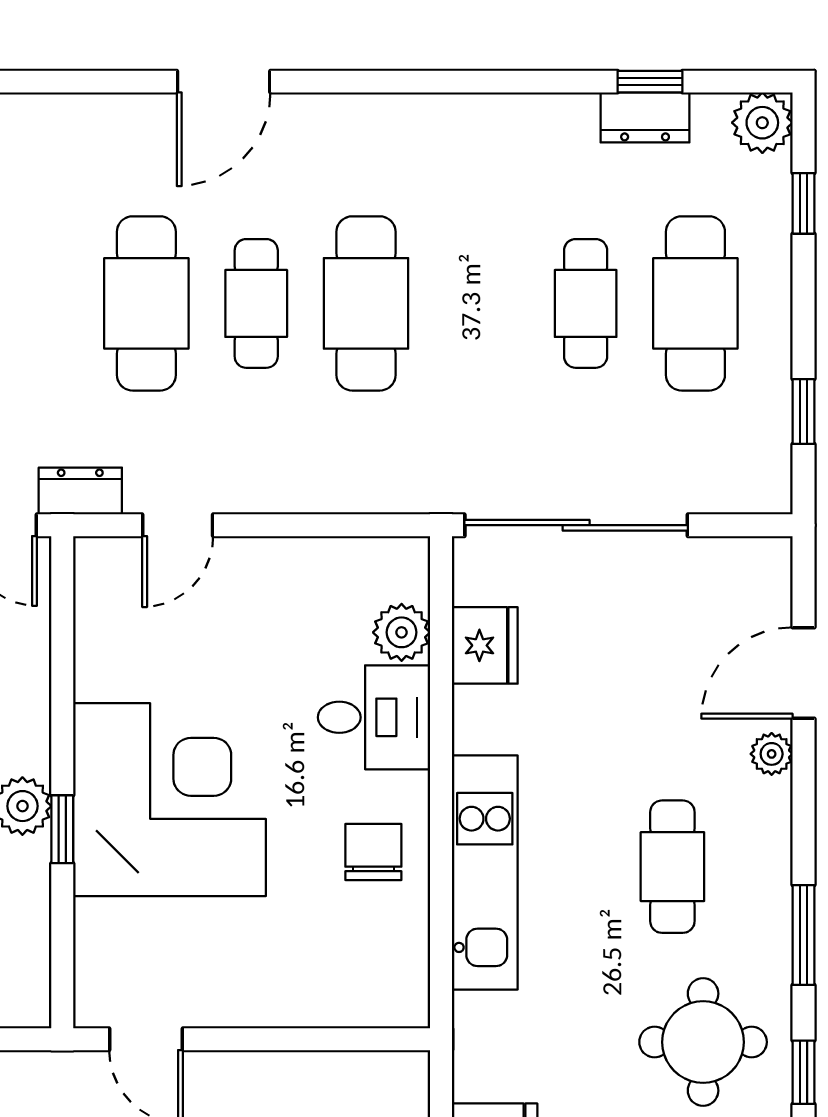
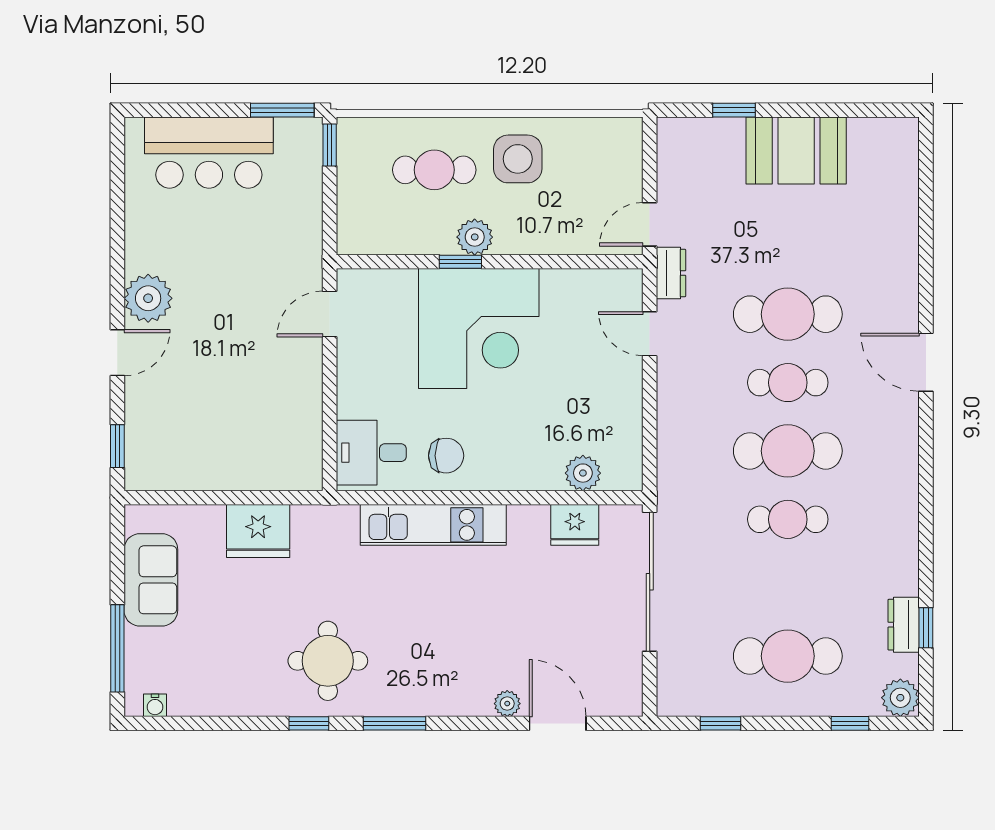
cafe table: (586, 303) -> (788, 519), moved
desk: (374, 717) -> (371, 453), moved, turned 90
cafe table: (672, 867) -> (437, 642), removed

